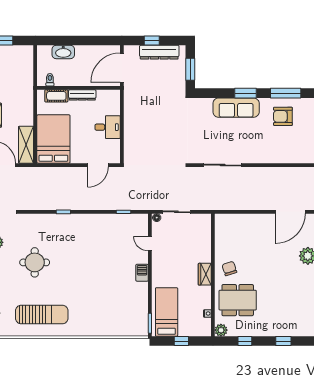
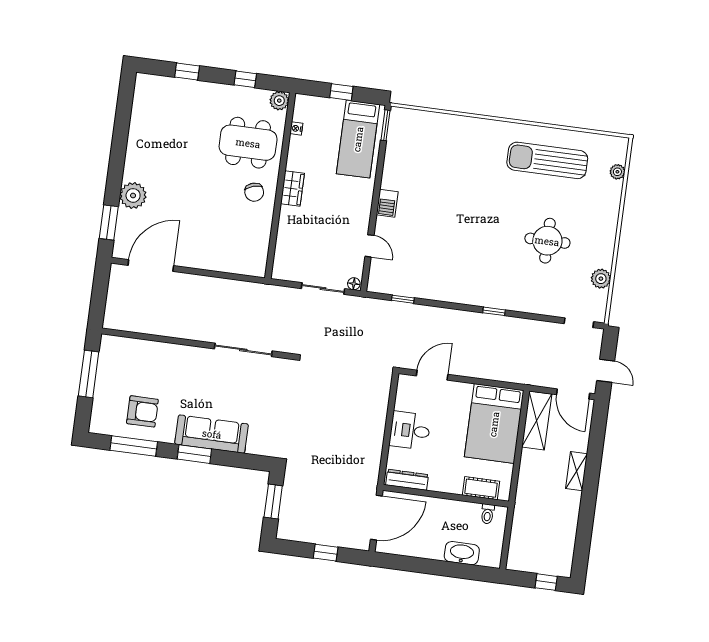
dresser: (159, 52) -> (317, 533), removed
dresser: (82, 95) -> (407, 480), moved

